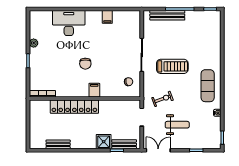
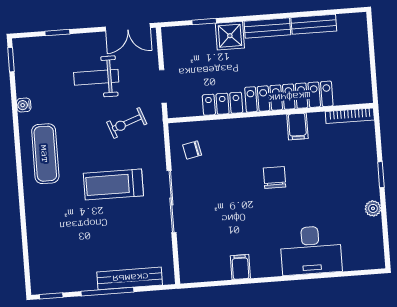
filing cabinet: (94, 90) -> (297, 126), moved
locker: (110, 105) -> (223, 104), added
bench: (124, 144) -> (267, 28), moved

